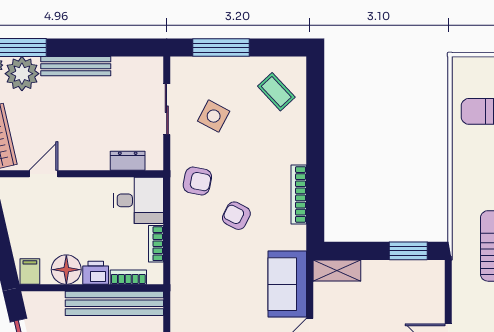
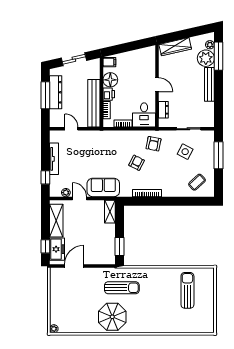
door: (44, 174) -> (157, 85), moved

